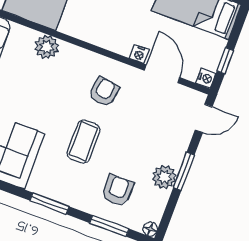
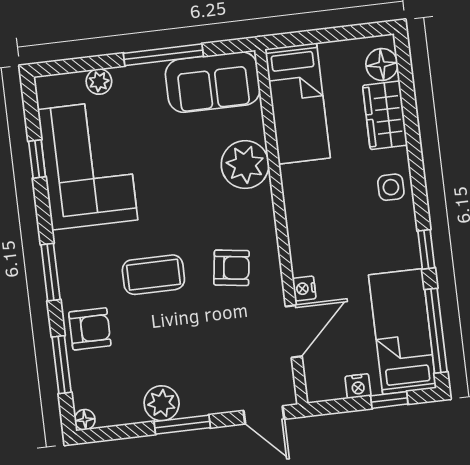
plant: (47, 47) -> (245, 165), width x1.36, depth x1.36
window: (225, 61) -> (389, 400), moved
nightstand: (206, 78) -> (358, 386), moved
armchair: (118, 191) -> (90, 329), moved

